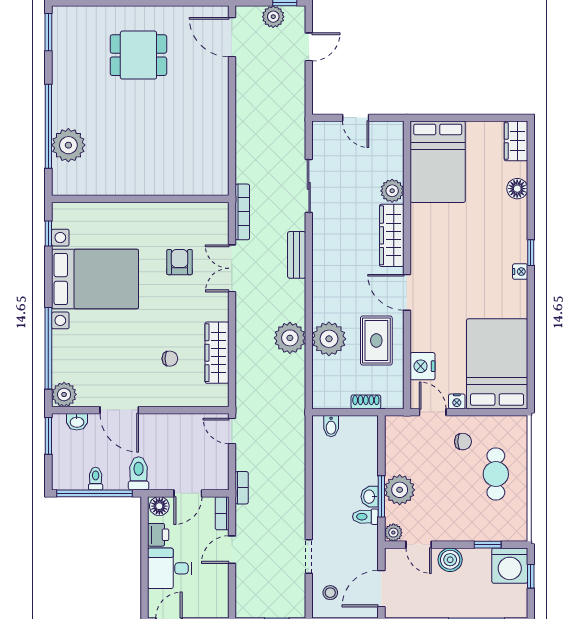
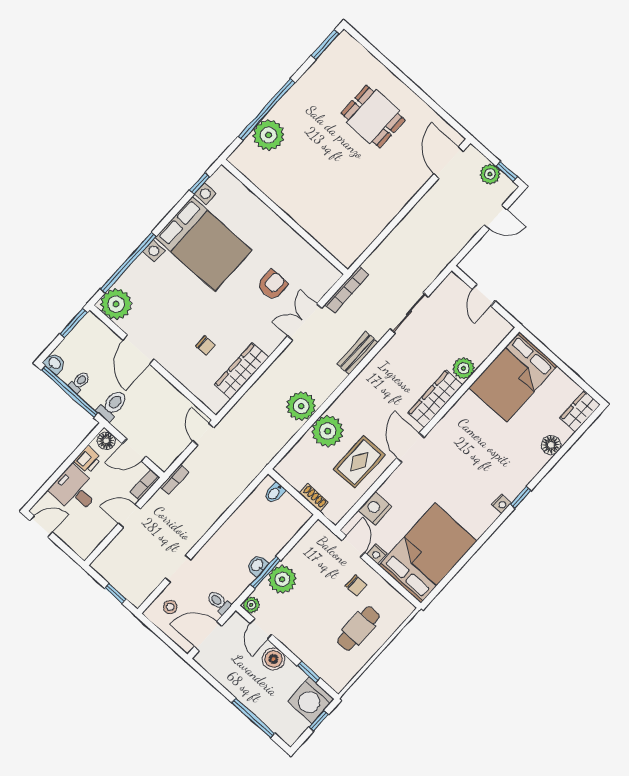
plant: (64, 394) -> (116, 304), width x1.36, depth x1.36
washbasin: (77, 422) -> (54, 363), moved, turned 180
toilet: (365, 517) -> (219, 602), moved

